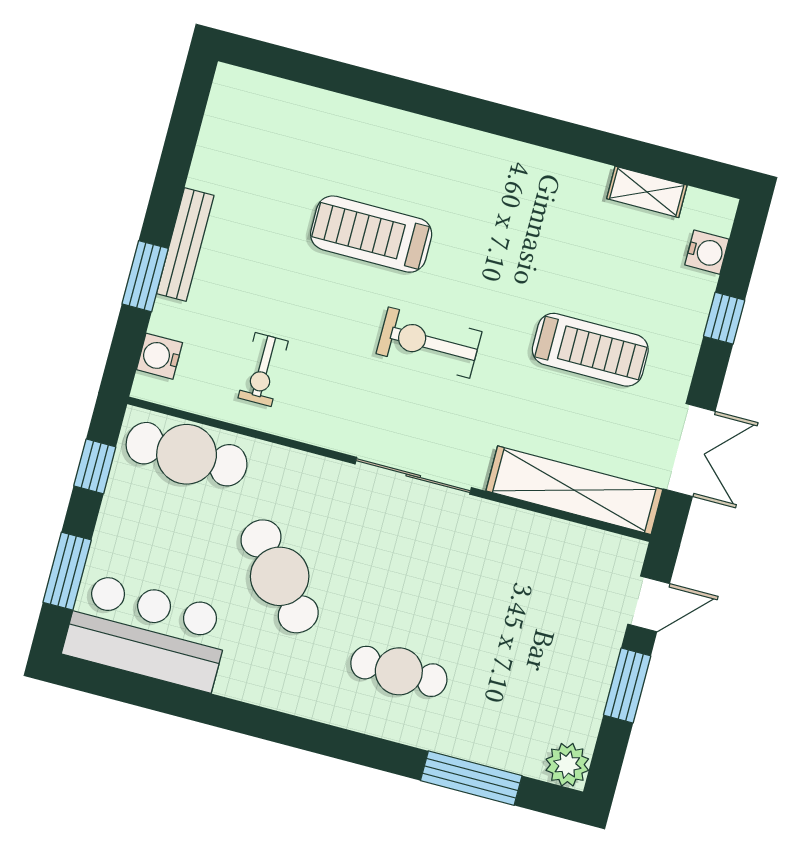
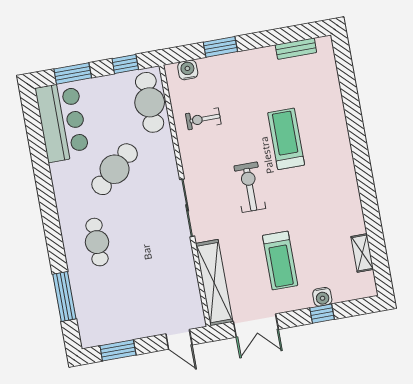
bench: (185, 244) -> (296, 49), moved, width x0.73
water cooler: (707, 252) -> (322, 297), moved
window: (627, 686) -> (118, 350), moved
plant: (567, 765) -> (90, 337), removed

